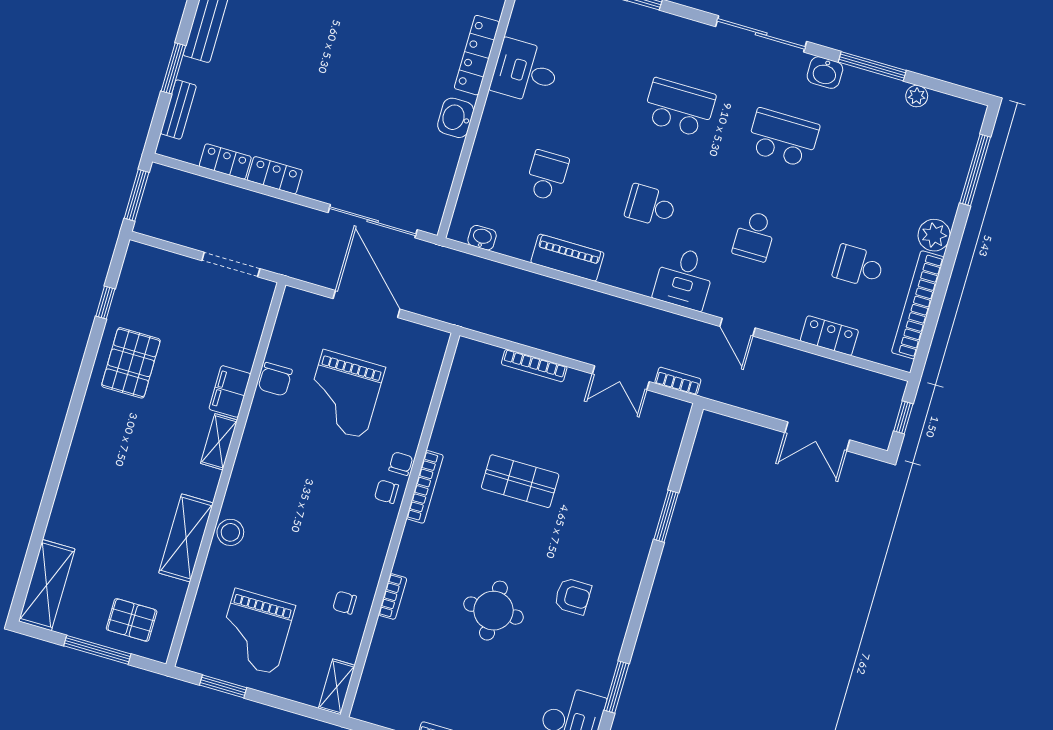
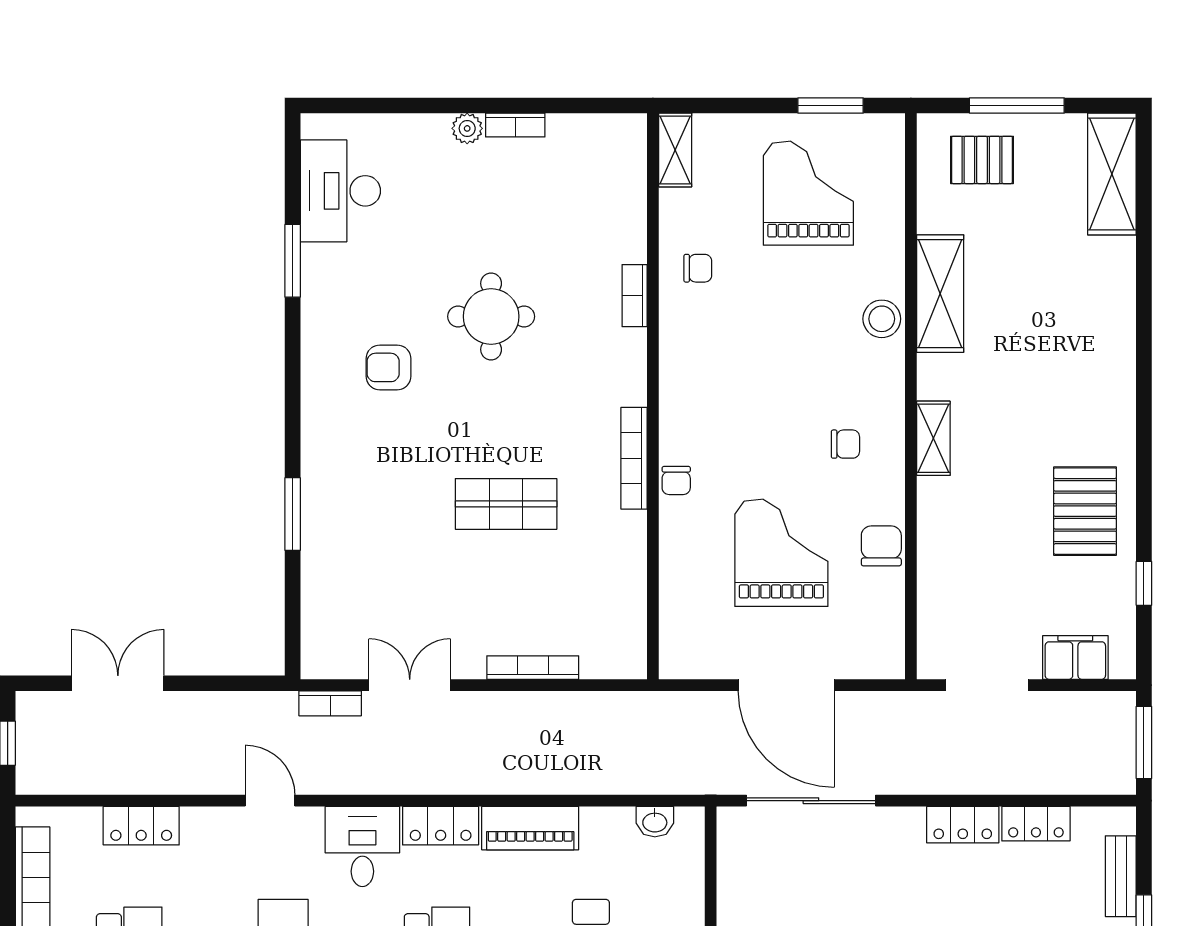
locker: (627, 277) -> (441, 826), added
filing cabinet: (230, 391) -> (1075, 658), moved, turned -90
chair: (387, 492) -> (845, 444), moved

